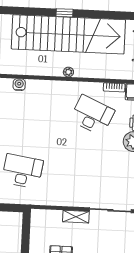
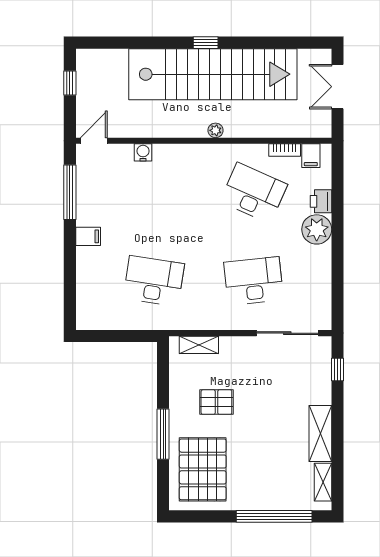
desk: (89, 174) -> (254, 281), added
shelving: (76, 217) -> (199, 345), moved

